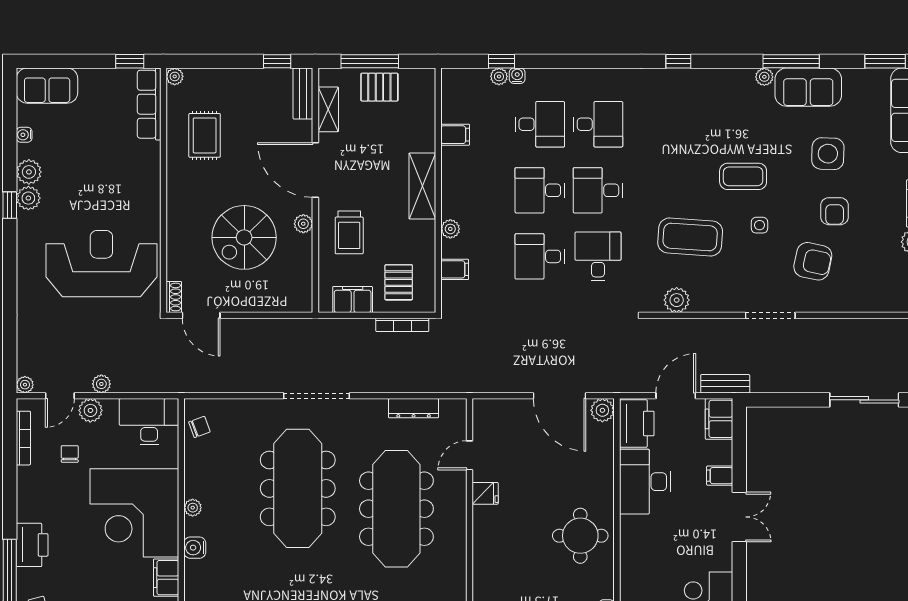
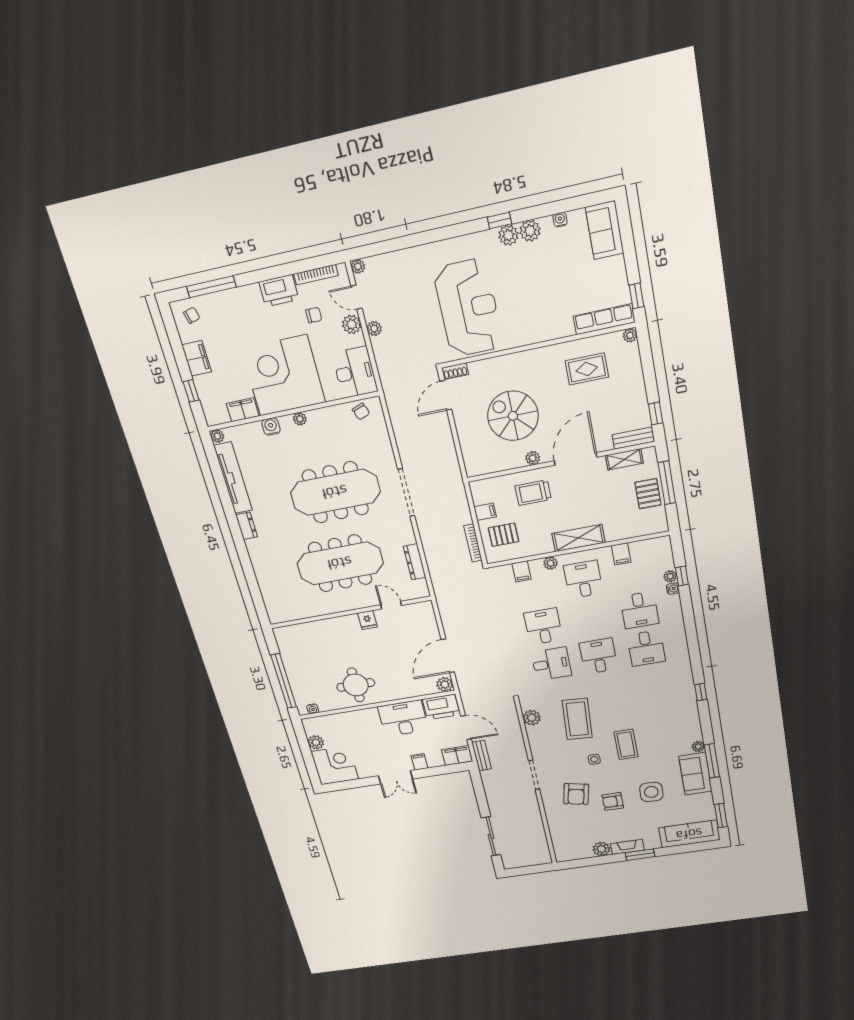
desk: (540, 190) -> (583, 579), moved
filing cabinet: (353, 300) -> (485, 512), width x0.50
printer: (32, 545) -> (279, 291), moved

